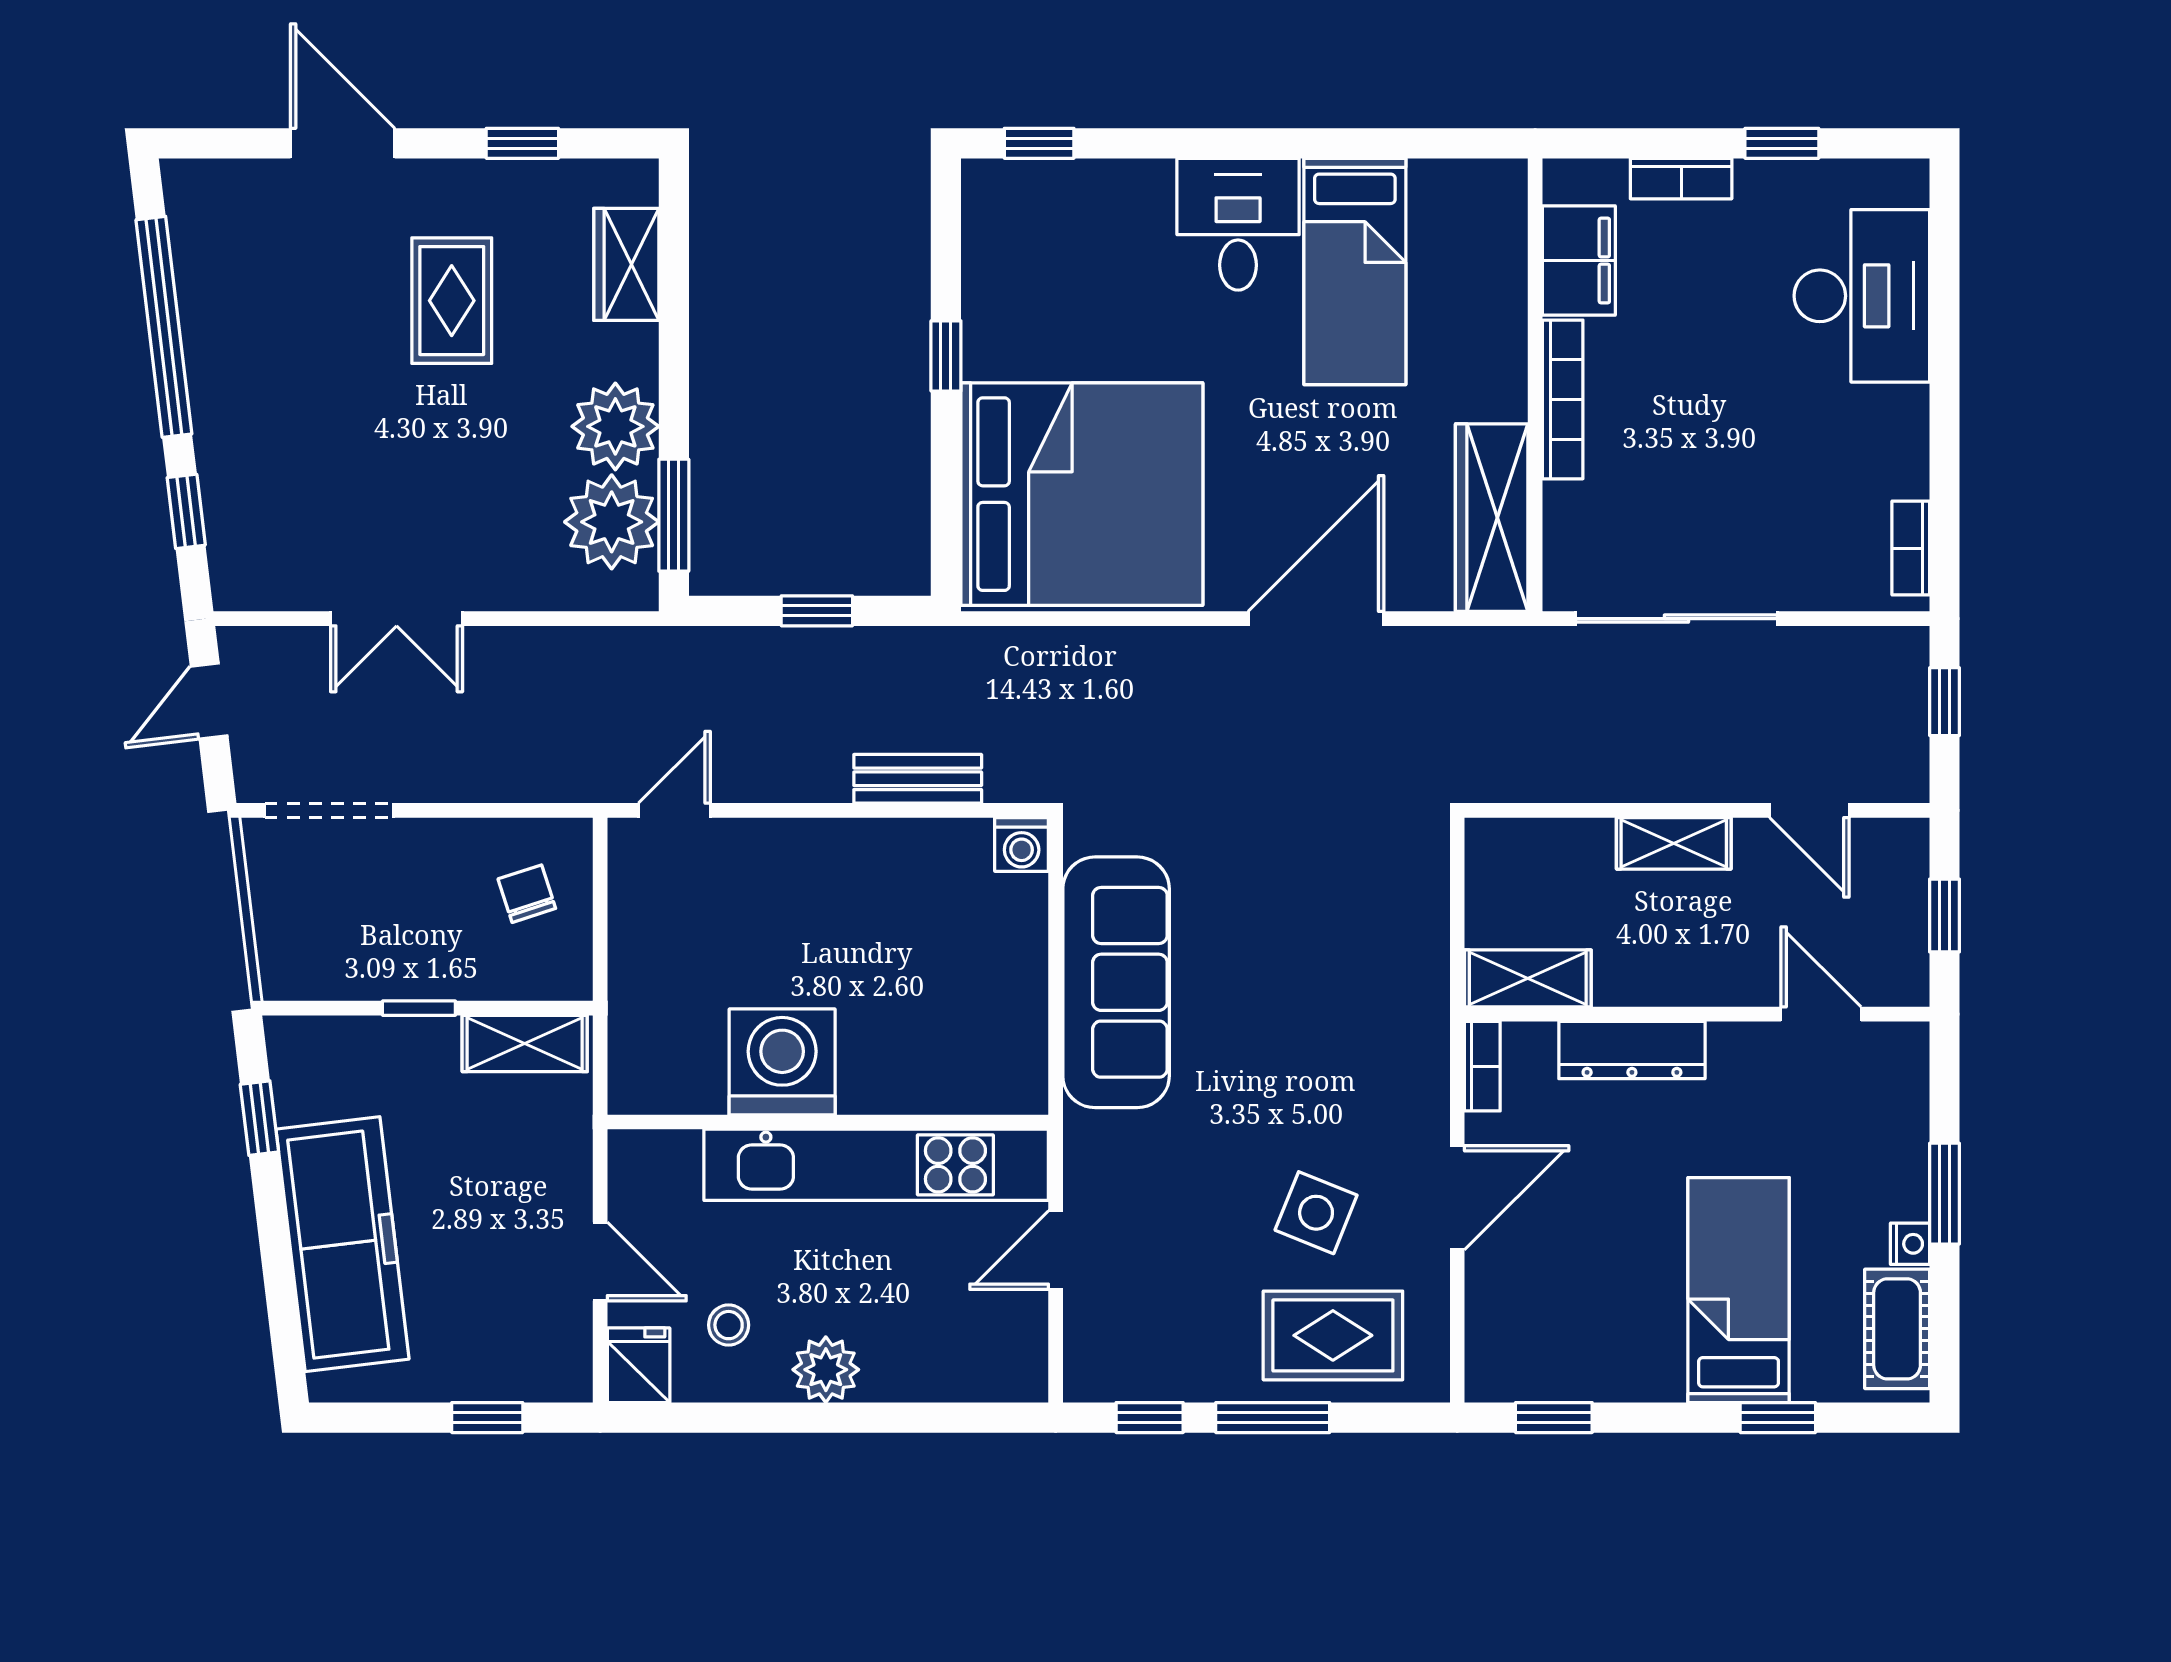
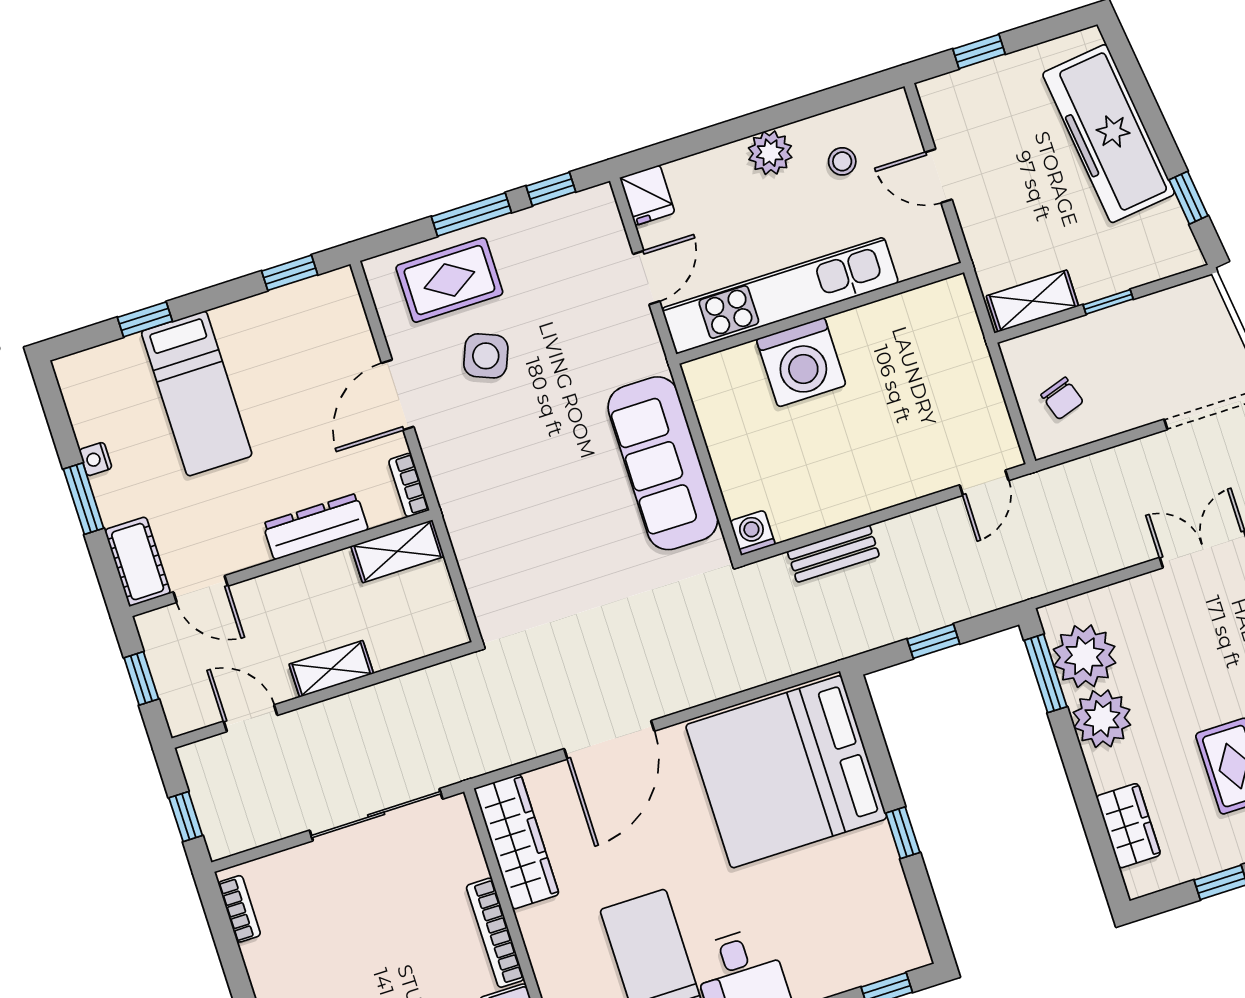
washing machine: (782, 1062) -> (801, 362), moved
cot: (1897, 1329) -> (138, 562), moved
fridge: (639, 1365) -> (647, 195), moved

